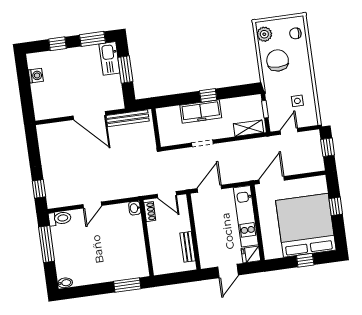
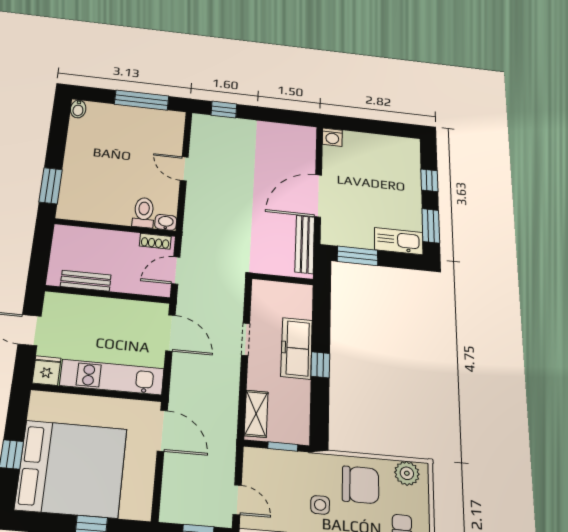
window: (125, 70) -> (358, 256), moved
washing machine: (36, 76) -> (332, 137), moved
side table: (297, 101) -> (320, 505), moved
door: (289, 131) -> (237, 500), moved
toilet: (60, 218) -> (144, 213), moved, turned 180

